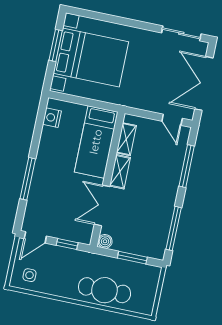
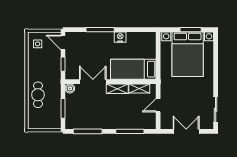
double door: (204, 83) -> (186, 131), width x0.73
nightstand: (52, 118) -> (120, 37), moved
door: (172, 120) -> (158, 105), moved
cafe table: (105, 290) -> (38, 95), width x0.73, depth x0.74

